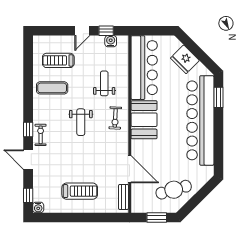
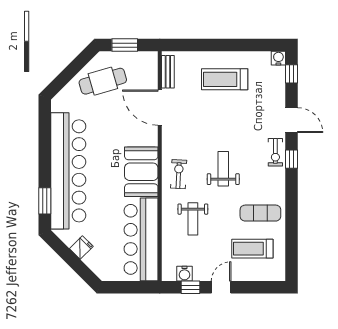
fridge: (185, 59) -> (81, 247), width x0.53, depth x0.75
treadmill: (58, 60) -> (252, 249), turned 180

